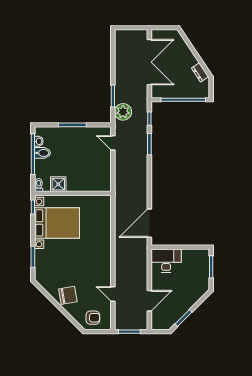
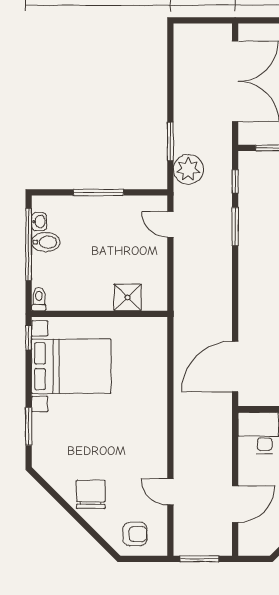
shower: (58, 184) -> (128, 297), moved
chair: (68, 295) -> (91, 494), turned -80

